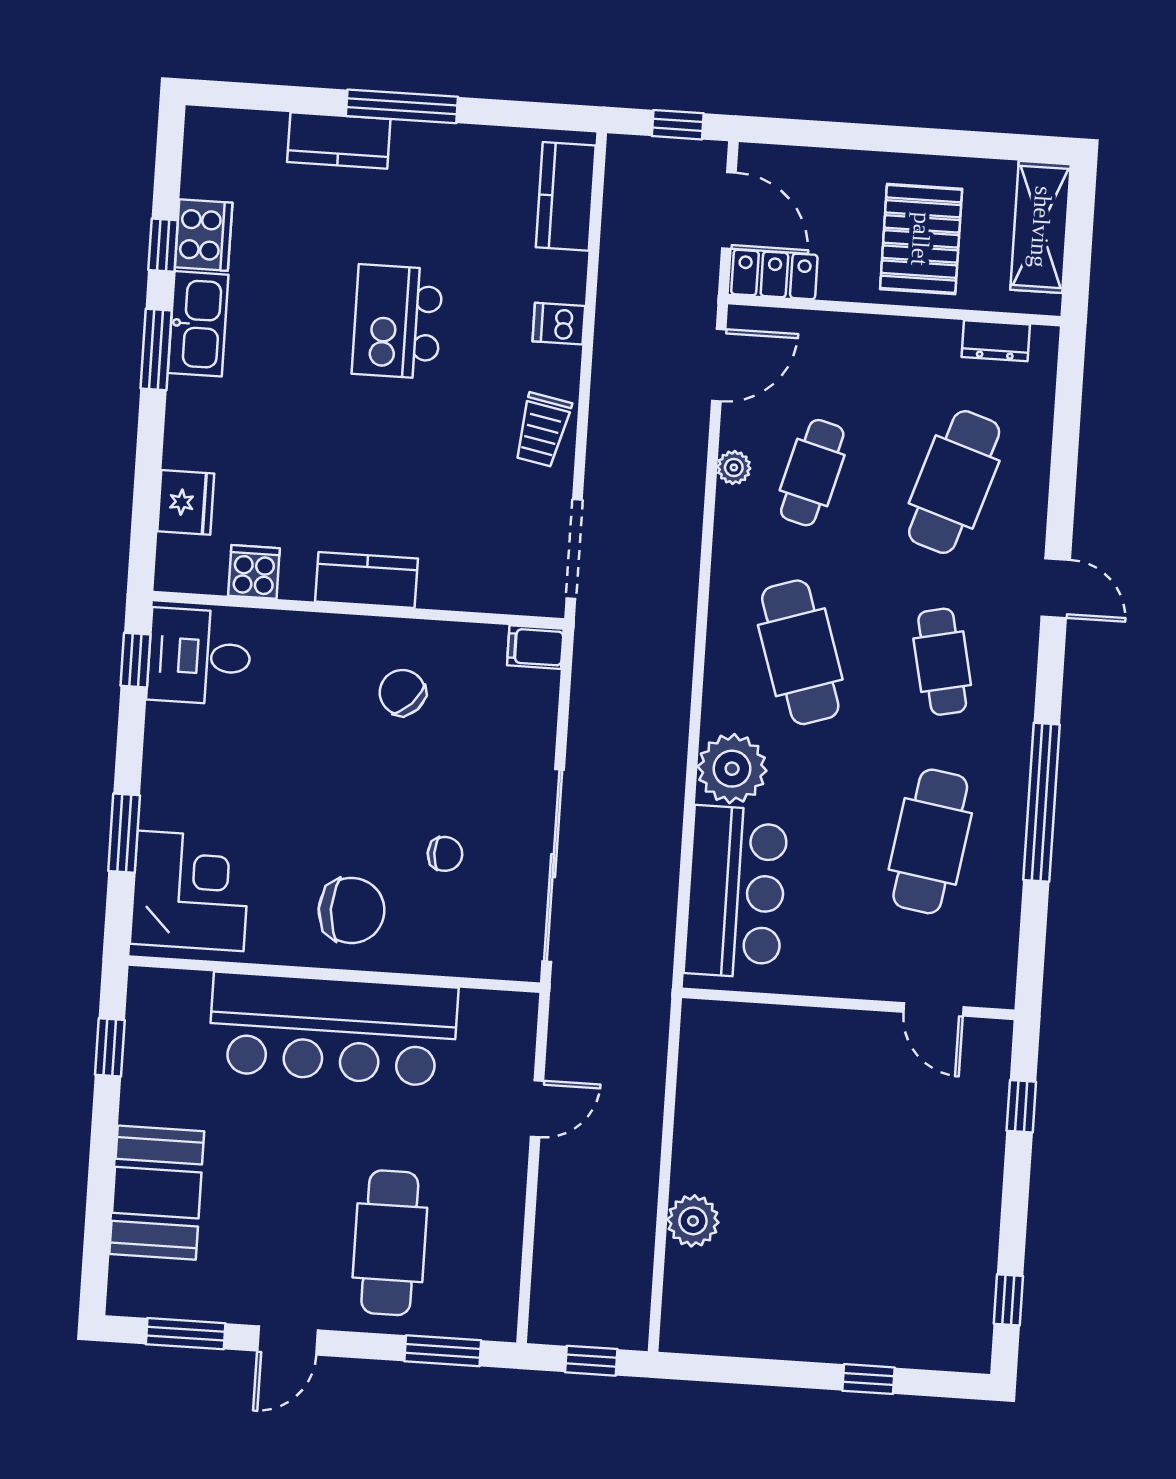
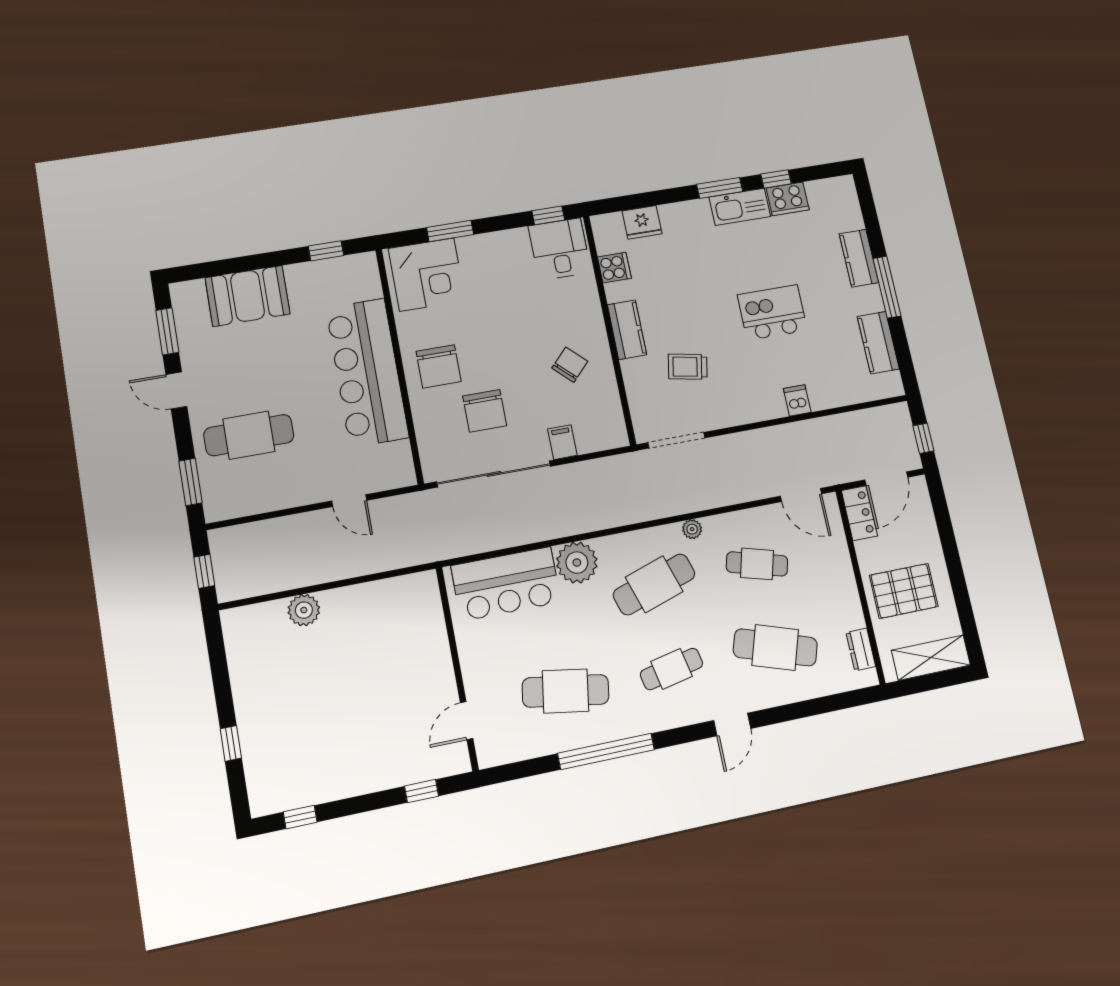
kitchen counter: (566, 196) -> (878, 343), moved, turned -90
trolley: (542, 430) -> (688, 367), moved
plant: (734, 467) -> (692, 529), moved
filing cabinet: (535, 647) -> (562, 442), moved
chair: (445, 854) -> (485, 411), width x1.87, depth x1.87

